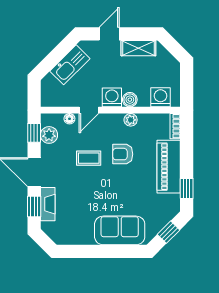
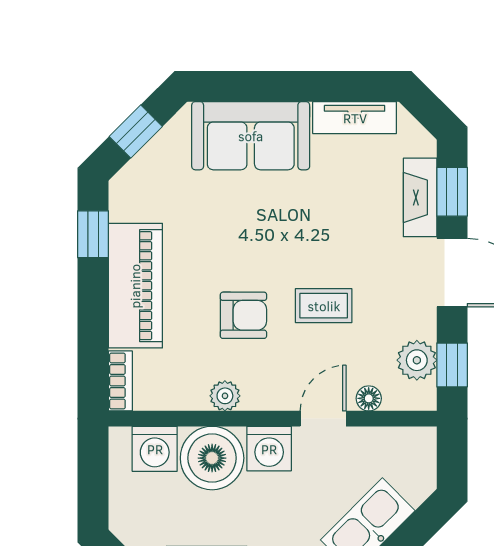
boiler: (130, 100) -> (212, 458), width x1.86, depth x1.86
tv unit: (76, 238) -> (355, 118), added

